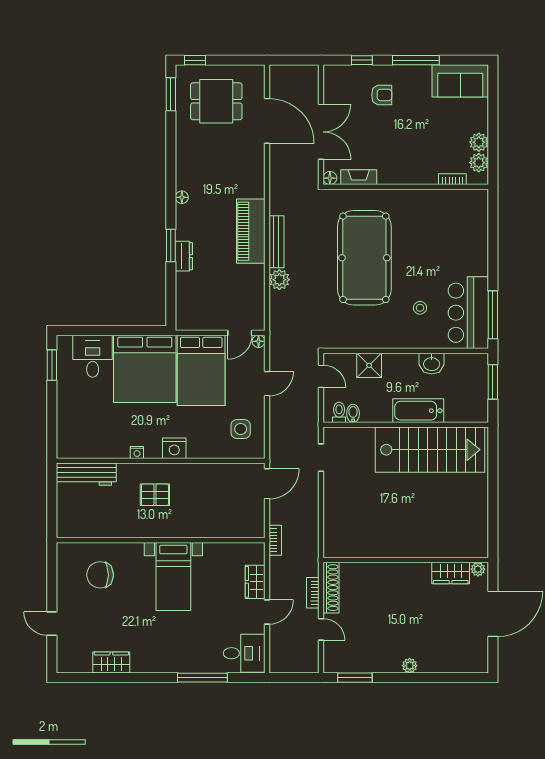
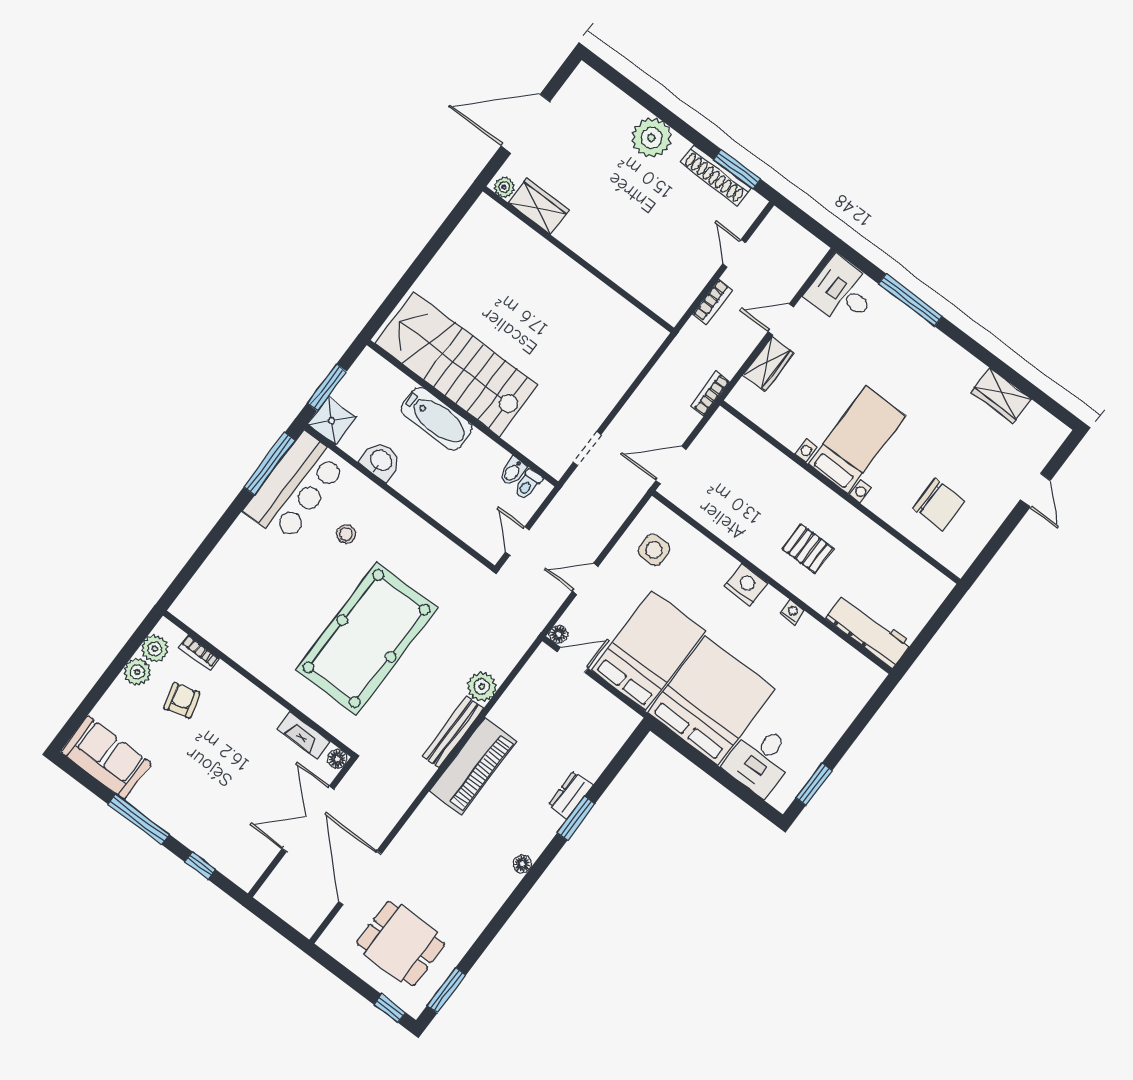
armchair: (382, 95) -> (182, 700), moved, turned 74
shower: (369, 365) -> (332, 421), moved
shoe rack: (331, 588) -> (716, 175), moved, turned -90
plant: (410, 666) -> (651, 138), width x1.88, depth x1.88

